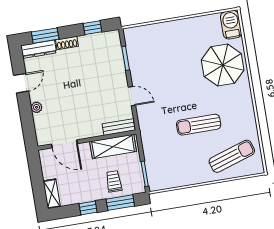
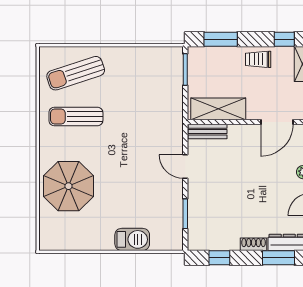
barbecue: (231, 25) -> (132, 239), moved, turned -90
sun lounger: (199, 125) -> (76, 116), moved, turned 180
door: (64, 144) -> (277, 122), swing flipped
trolley: (114, 181) -> (258, 59), moved, turned 90
window: (88, 208) -> (284, 39), moved

